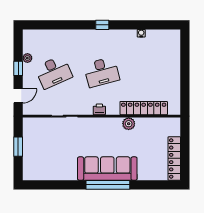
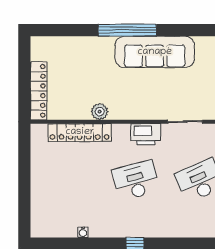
printer: (99, 109) -> (146, 134), width x1.87, depth x1.48
locker: (174, 158) -> (39, 91), moved
sofa: (107, 169) -> (155, 52), moved

